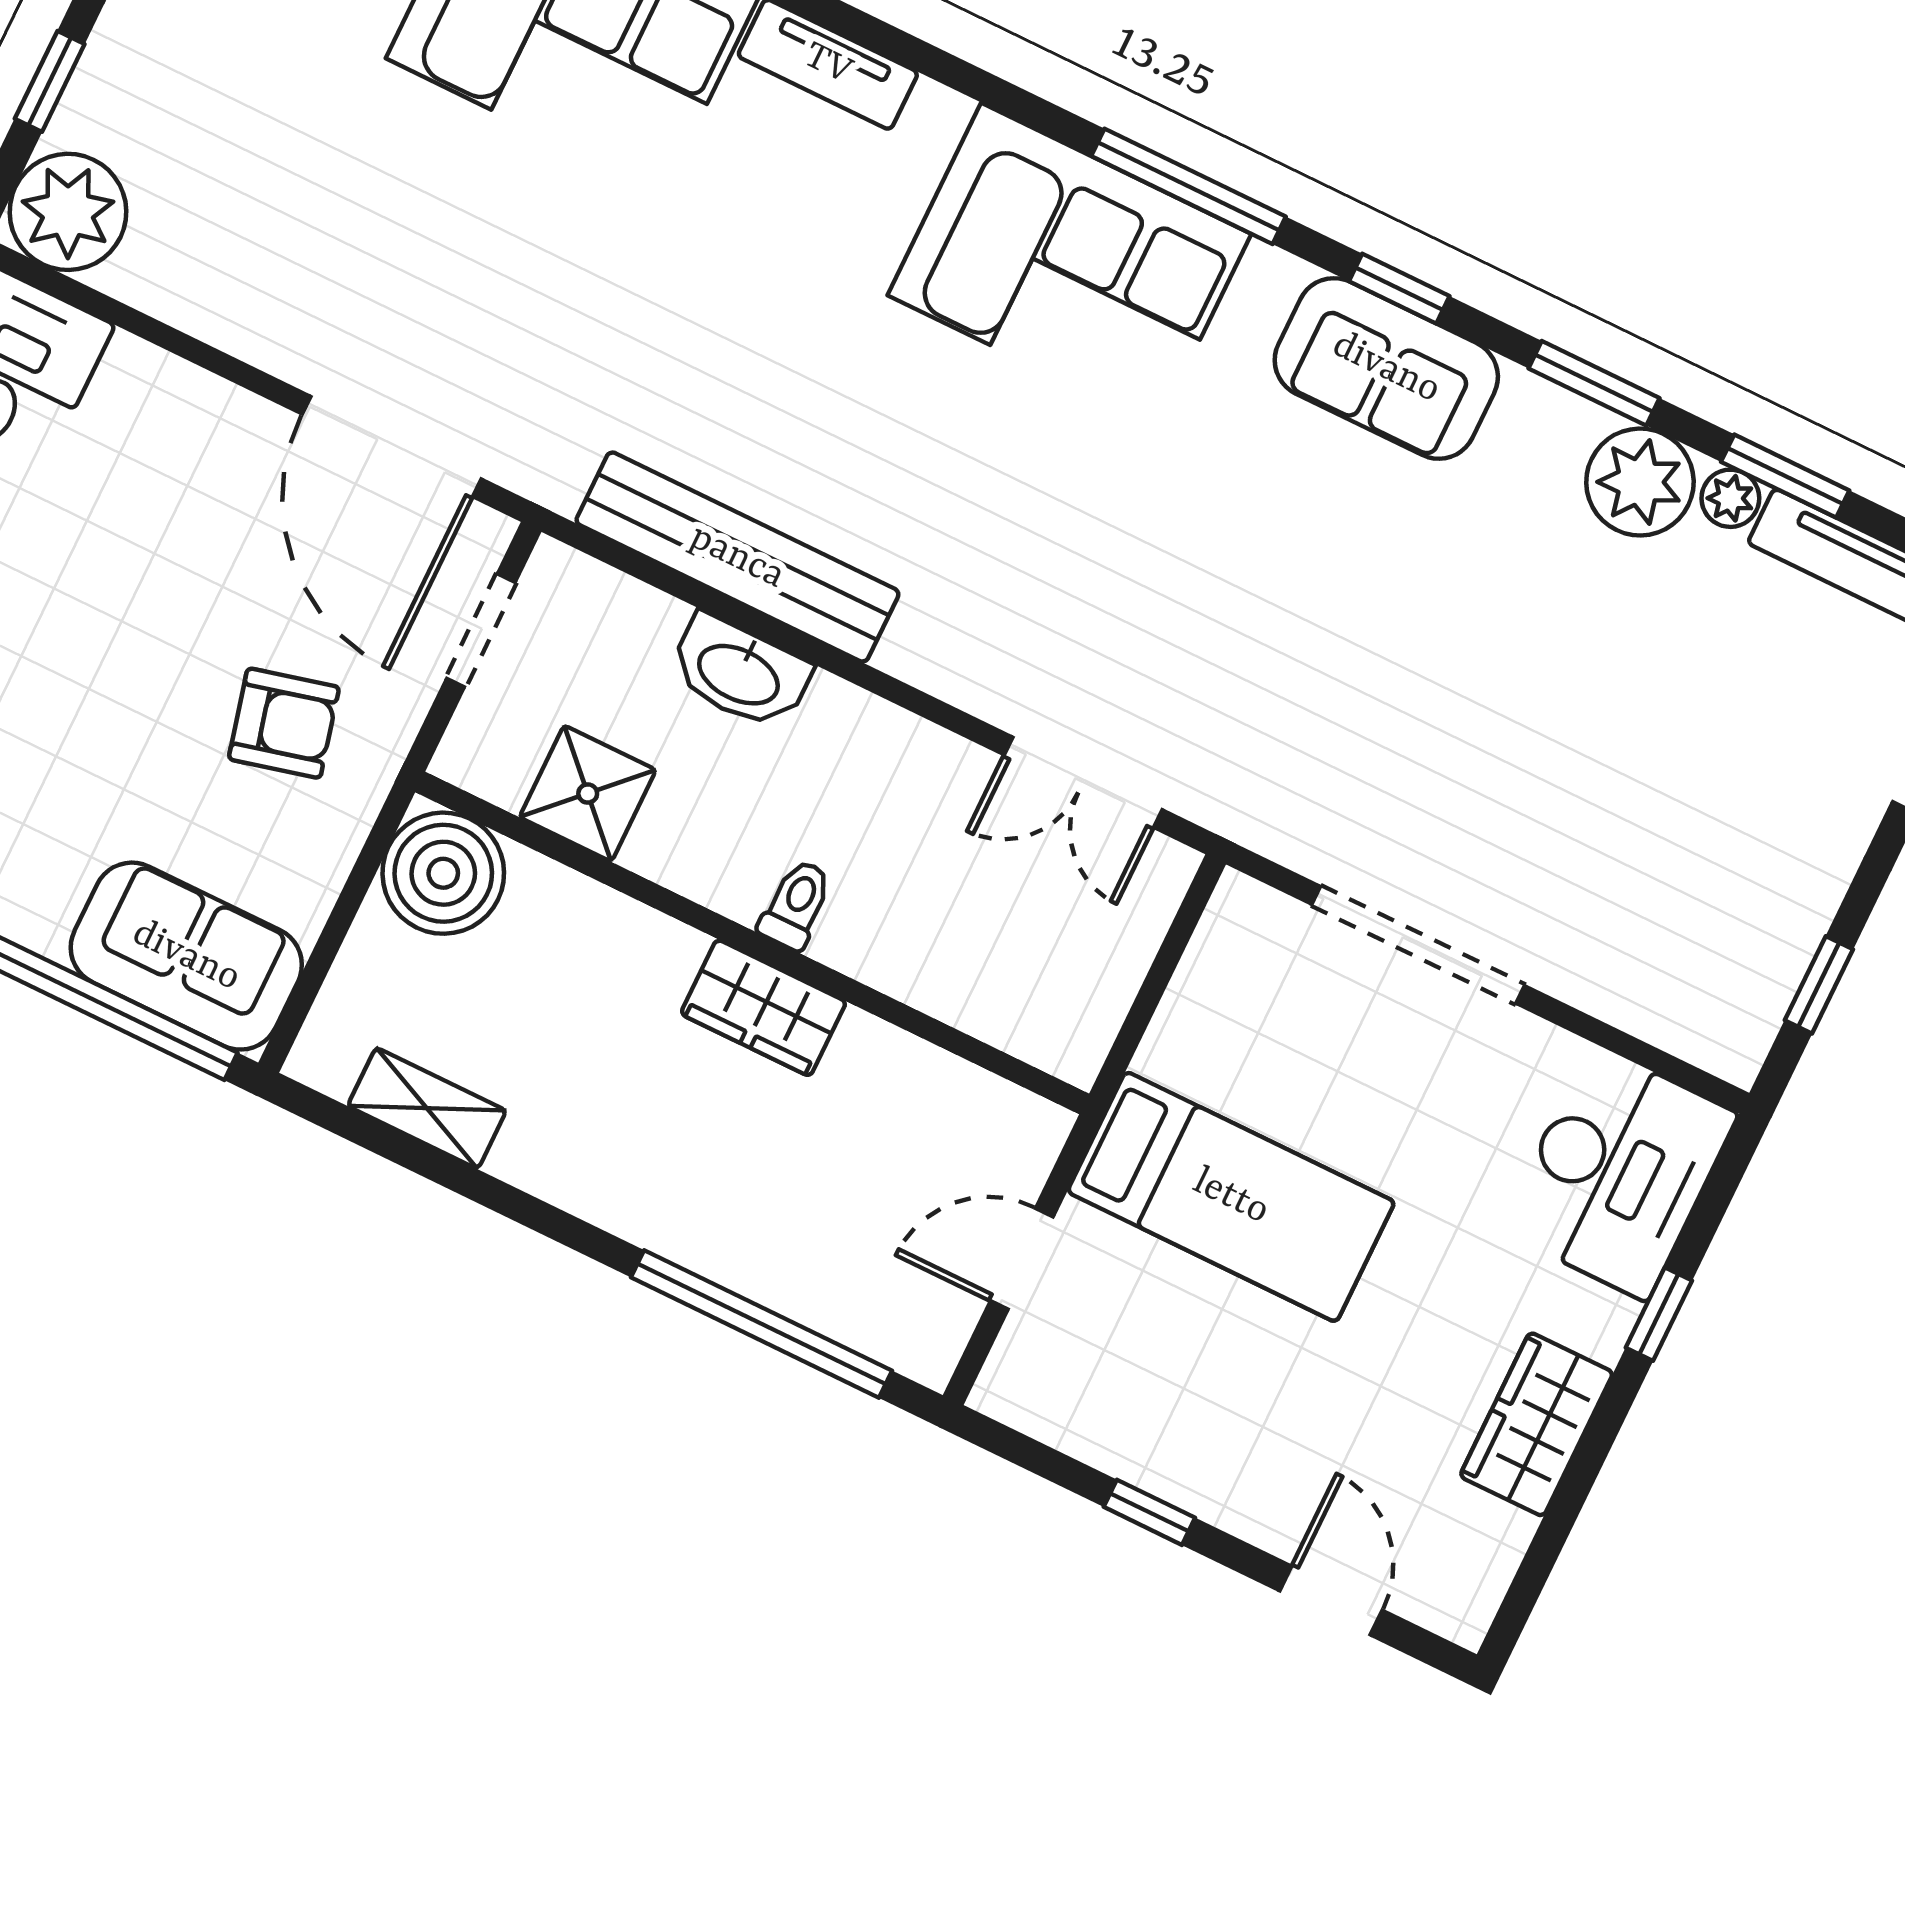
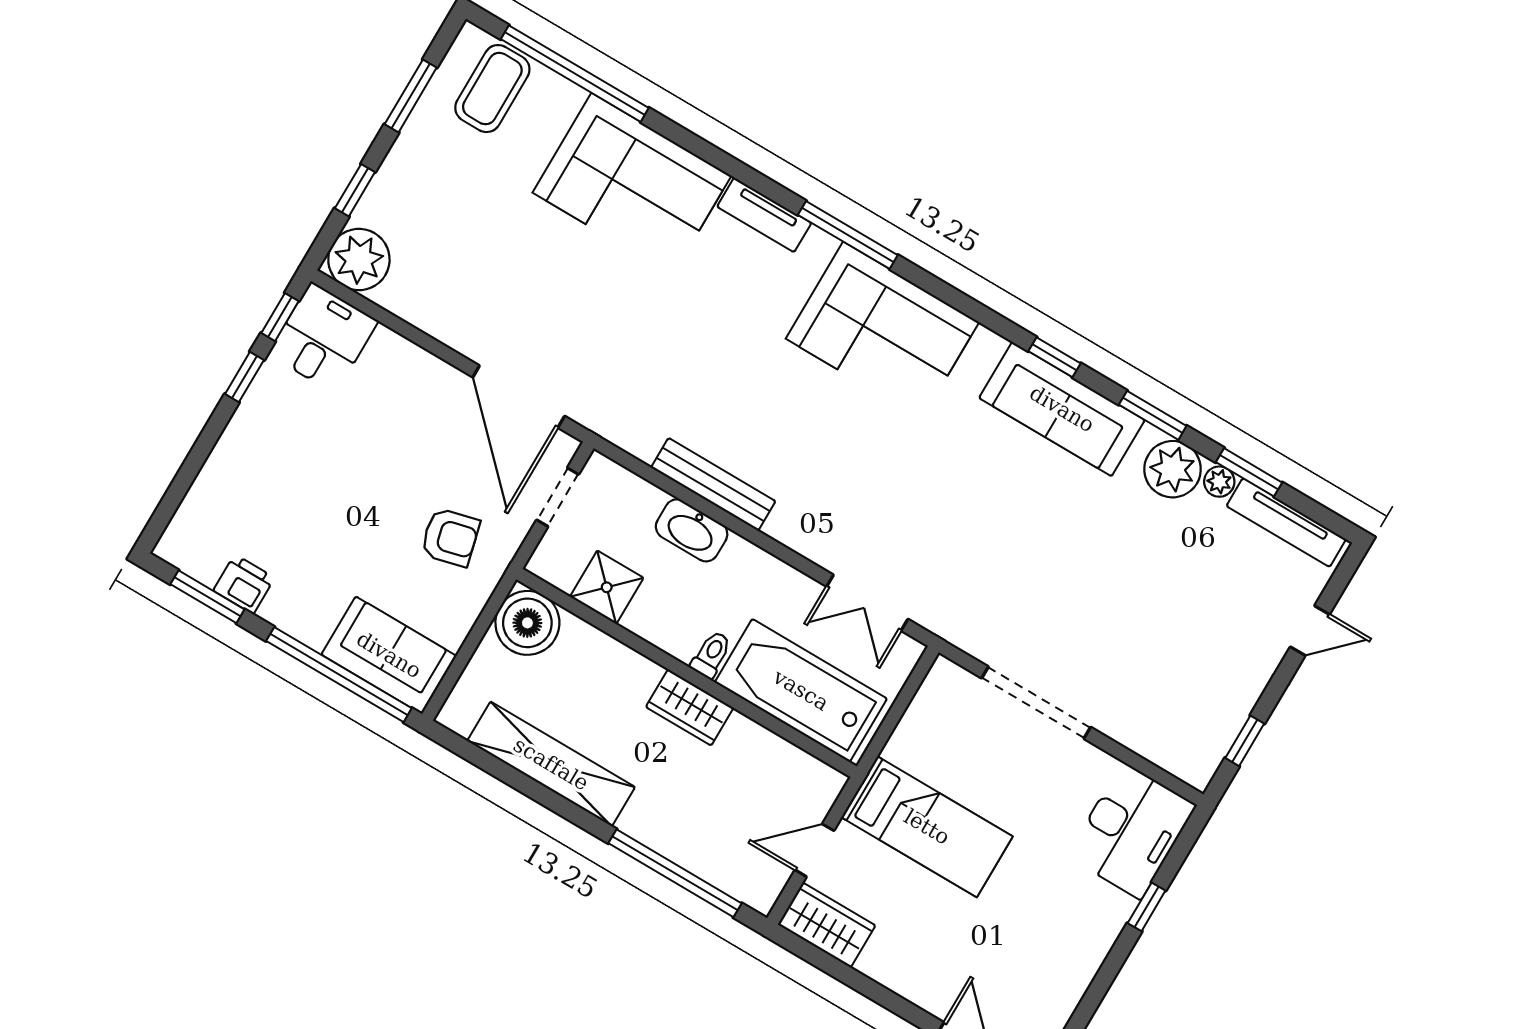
window: (1189, 186) -> (848, 235), moved
sofa: (1386, 368) -> (1062, 409), width x1.36
bench: (737, 557) -> (713, 484), width x0.73, depth x0.82
bathtub: (971, 959) -> (801, 690), added
shelving: (427, 1108) -> (551, 764), width x2.20, depth x1.33
wardrobe: (1537, 1424) -> (827, 925), moved, turned 90
window: (1149, 1512) -> (871, 989), removed

